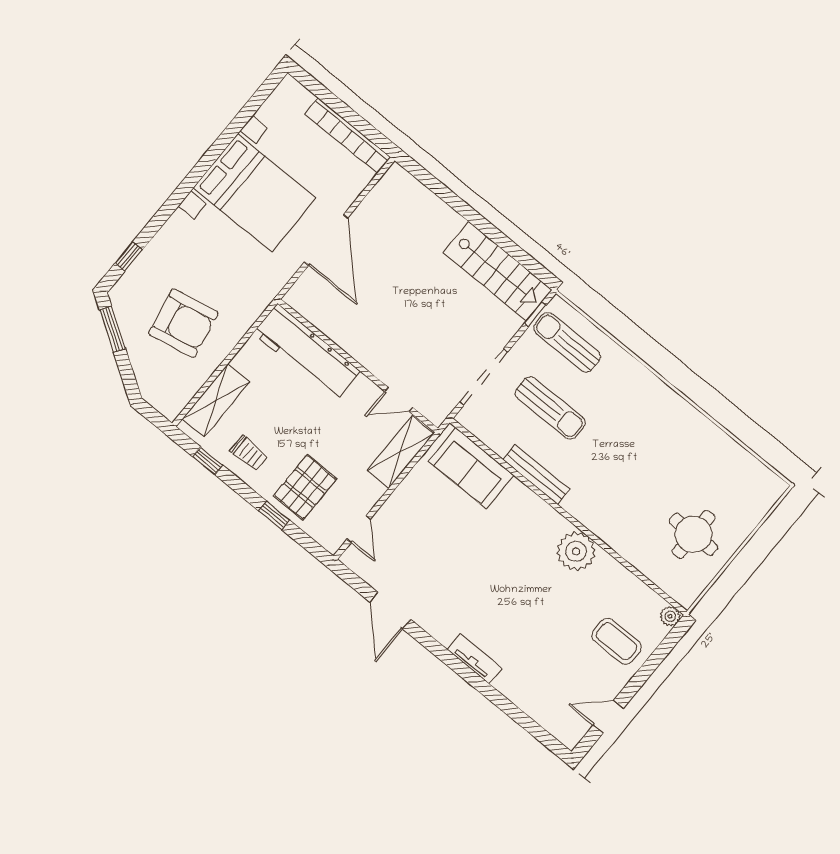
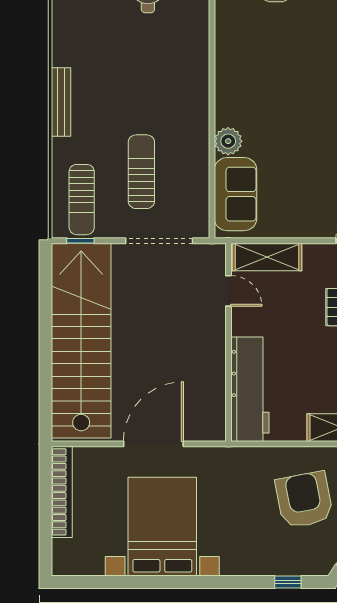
stairs: (498, 271) -> (81, 341), width x1.86, depth x1.51
bench: (536, 474) -> (61, 102), moved
plant: (576, 551) -> (228, 141), moved, width x0.73, depth x0.73

